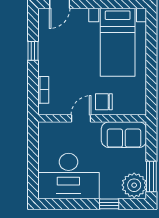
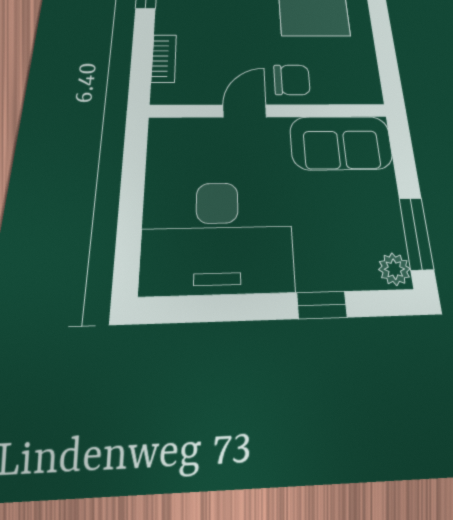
chair: (104, 102) -> (292, 80), turned 180
plant: (134, 185) -> (394, 269), width x0.53, depth x0.53

